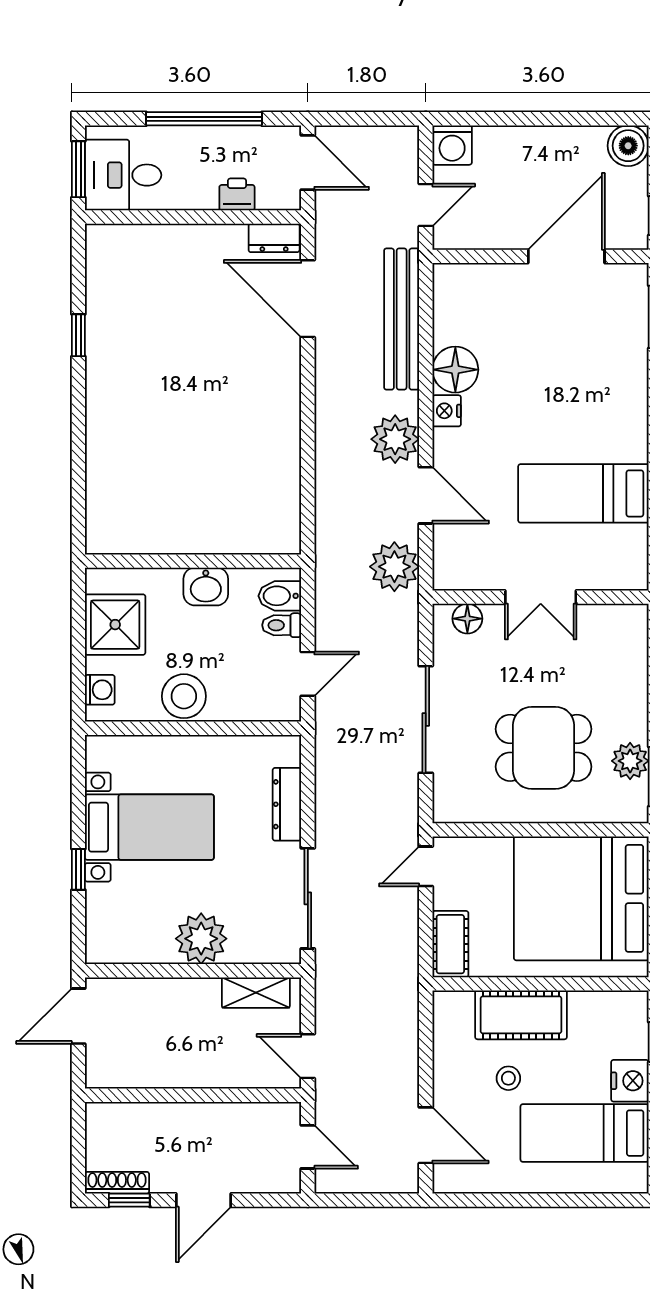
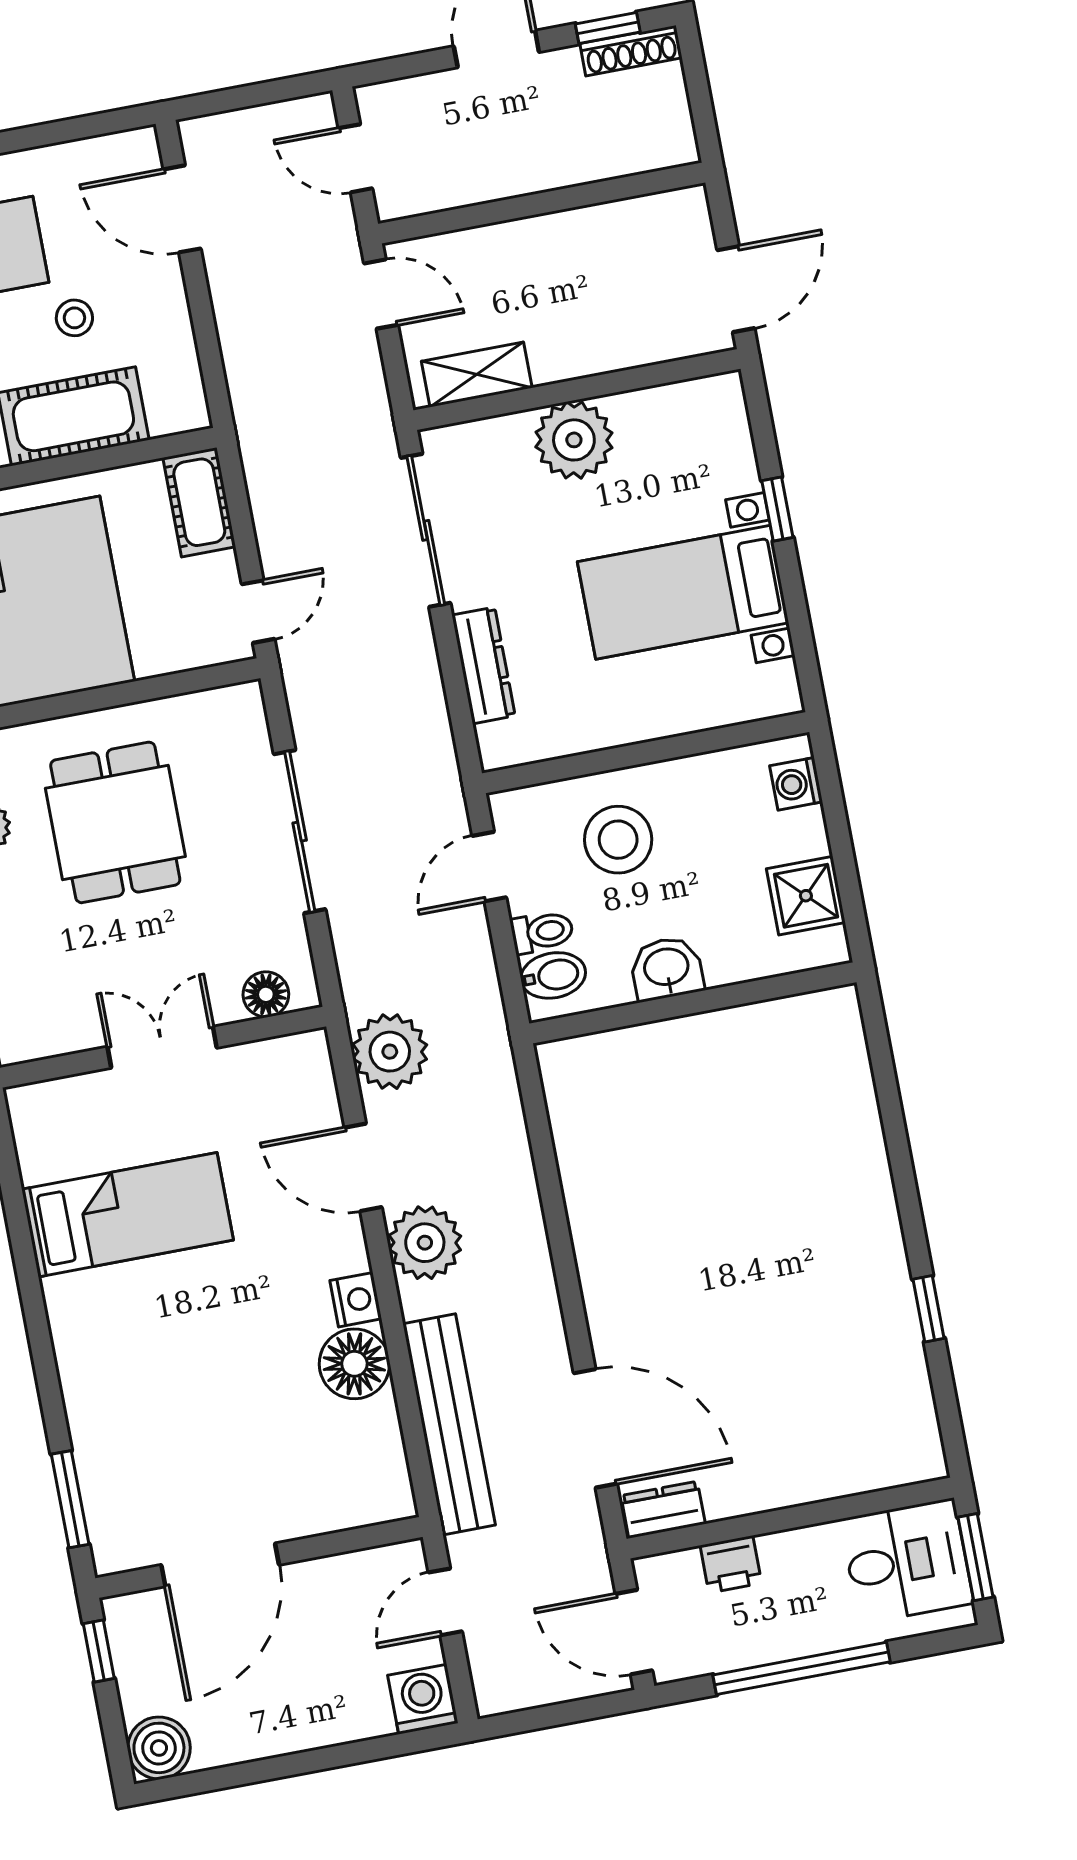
shower: (115, 625) -> (806, 896), width x0.73, depth x0.73
stool: (184, 696) -> (618, 840), moved
dining table: (544, 748) -> (115, 822), turned 90

